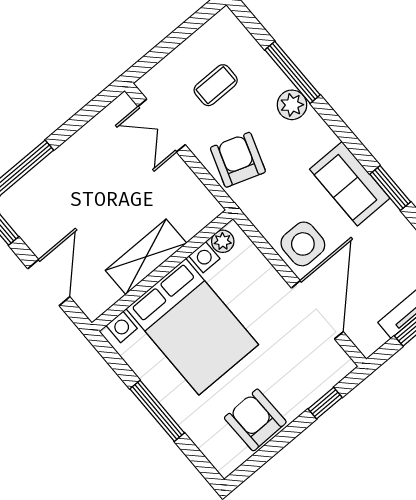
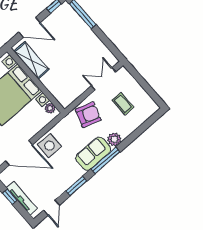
window: (293, 72) -> (105, 160), moved
sofa: (350, 184) -> (93, 154), moved
shelving: (146, 257) -> (31, 60), moved

